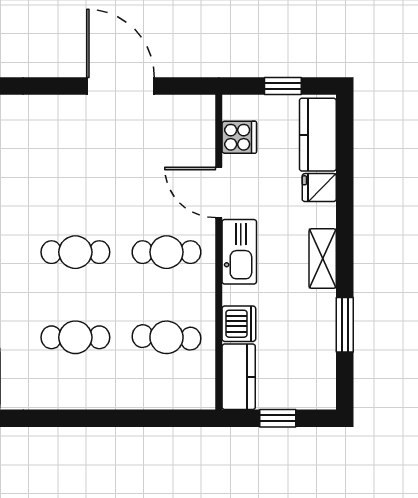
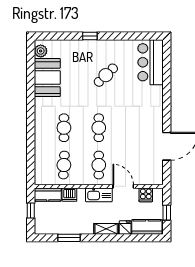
door: (219, 192) -> (123, 186), hinge flipped
shelving: (323, 259) -> (106, 229), moved

